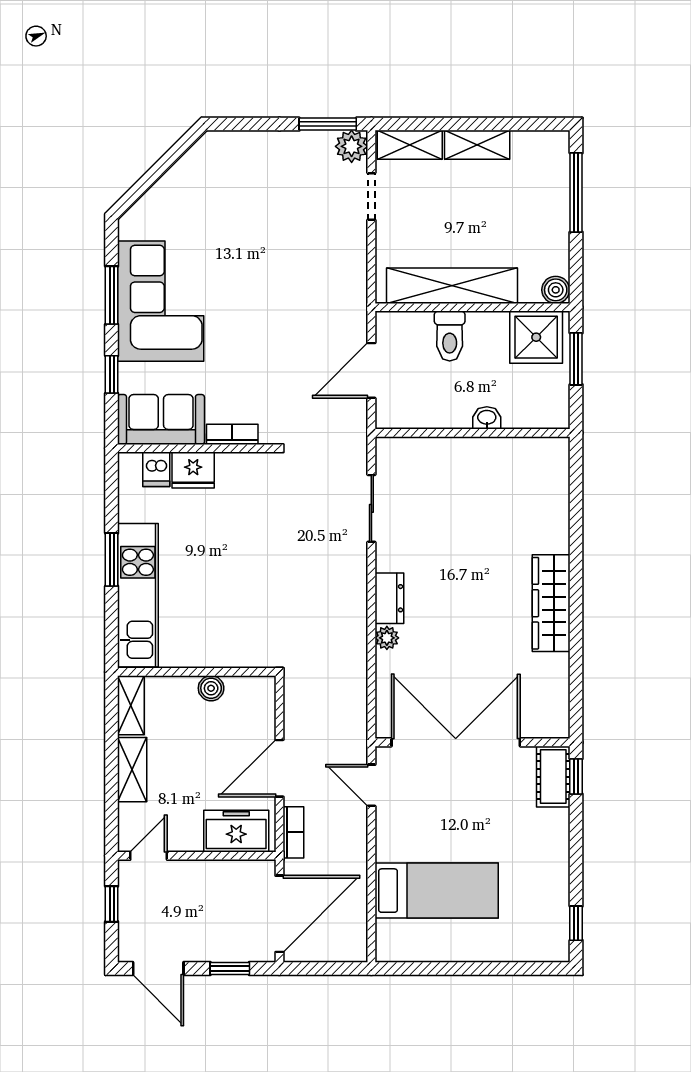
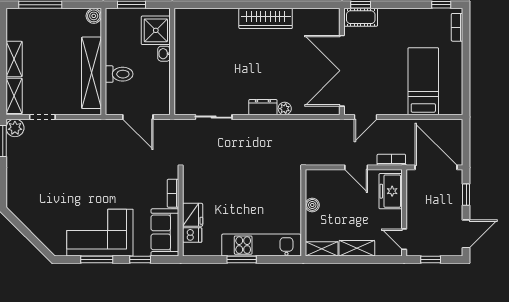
shower: (536, 337) -> (156, 30), moved
door: (279, 768) -> (356, 167), width x0.73
bookcase: (535, 952) -> (457, 27), added

